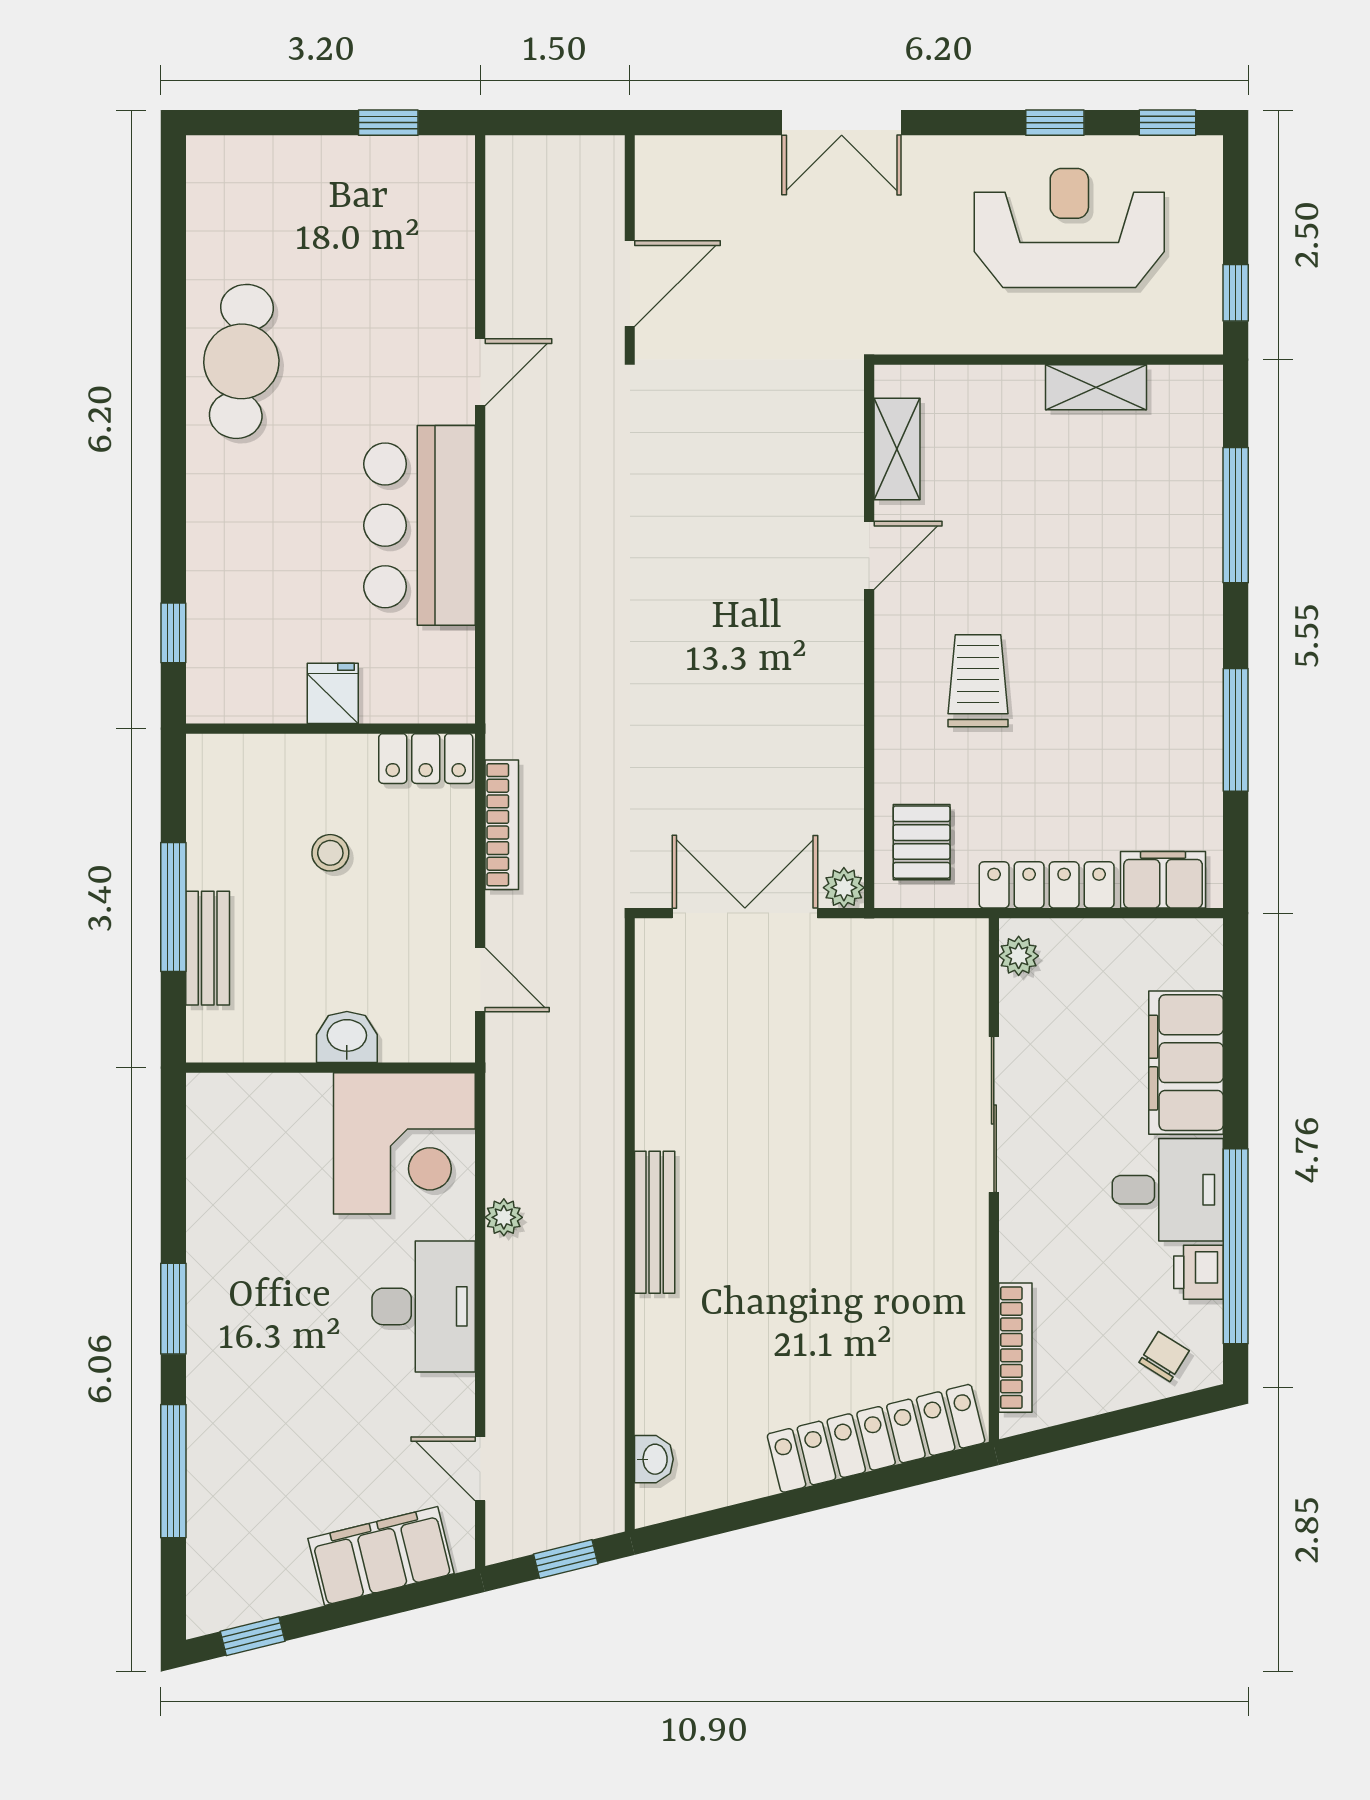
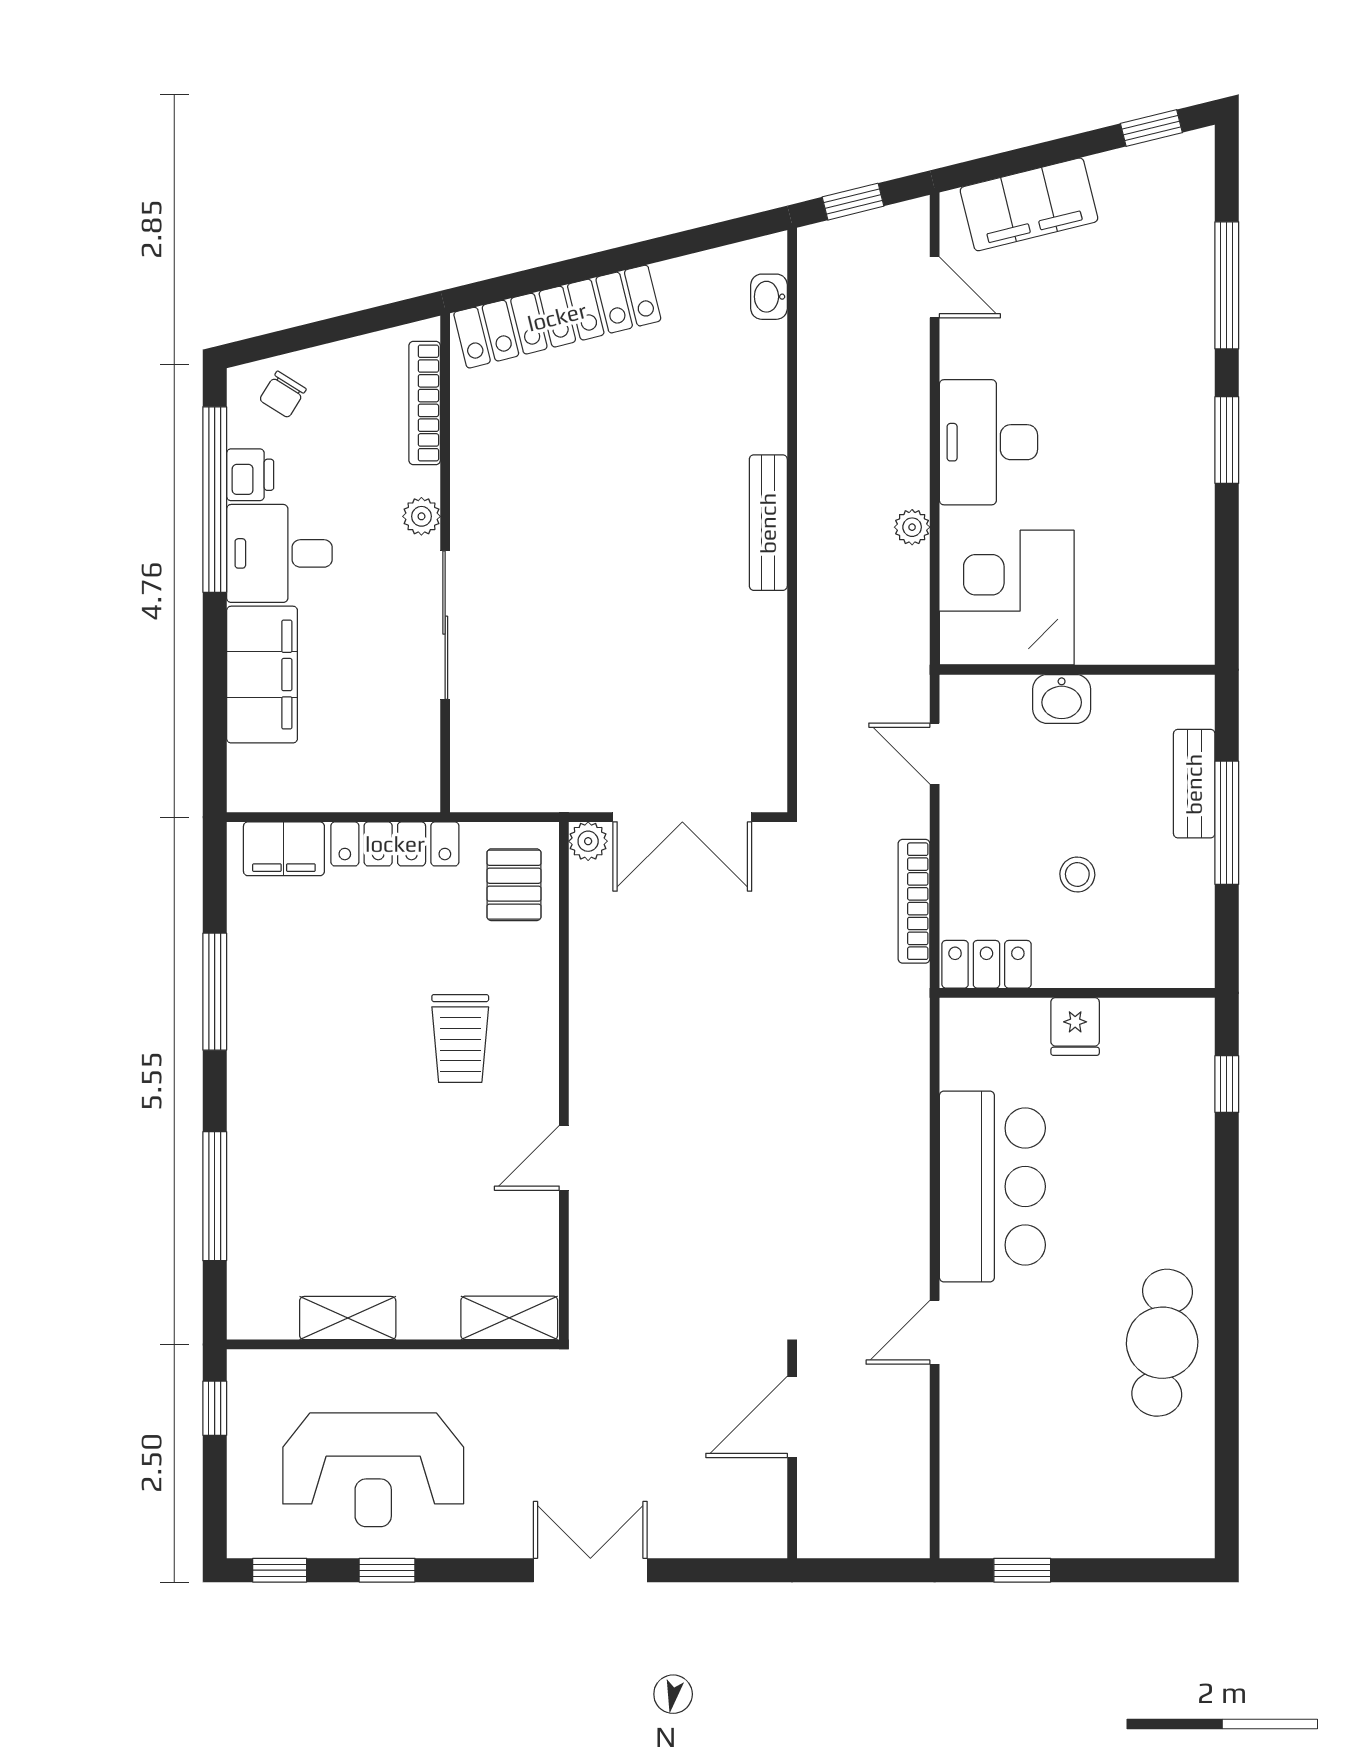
shelving: (897, 449) -> (509, 1318), moved, turned 90
plant: (1019, 956) -> (421, 516), moved

